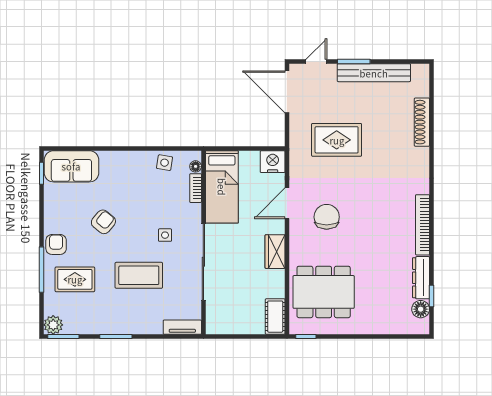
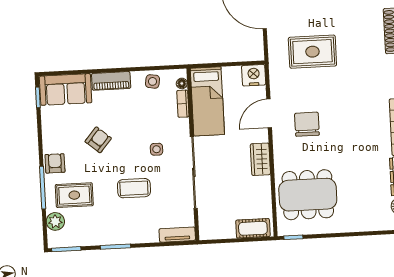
piano: (120, 160) -> (111, 81), added
coffee table: (139, 275) -> (134, 188), width x0.73, depth x0.76
cot: (275, 317) -> (253, 228), moved, turned 90
plant: (53, 325) -> (55, 221), moved

